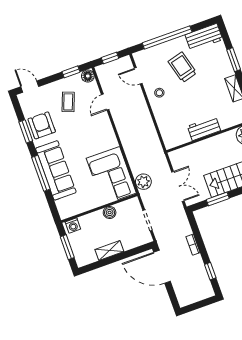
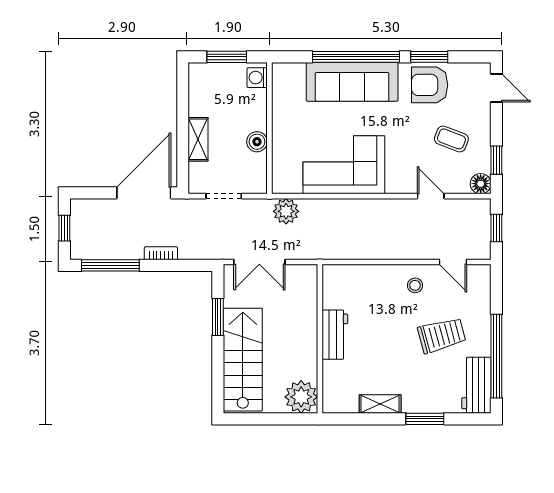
window: (167, 37) -> (496, 356), moved
door: (138, 76) -> (453, 262), swing flipped
door: (30, 87) -> (496, 88), hinge flipped
armchair: (42, 125) -> (430, 85), turned 180
window: (41, 173) -> (356, 57), width x1.46
corner sofa: (111, 176) -> (344, 165), moved
shelving: (109, 251) -> (198, 139), moved
window: (210, 271) -> (110, 265), width x2.17
window: (198, 305) -> (64, 228), added

